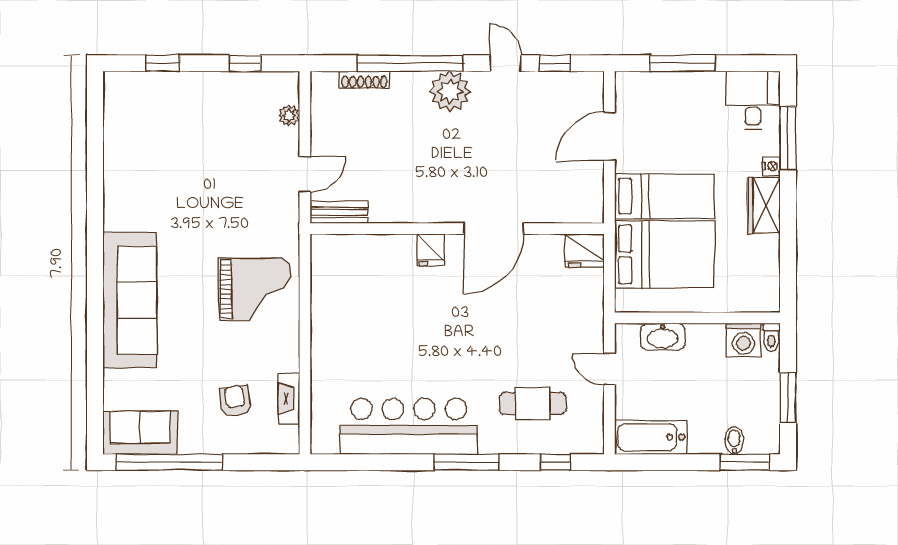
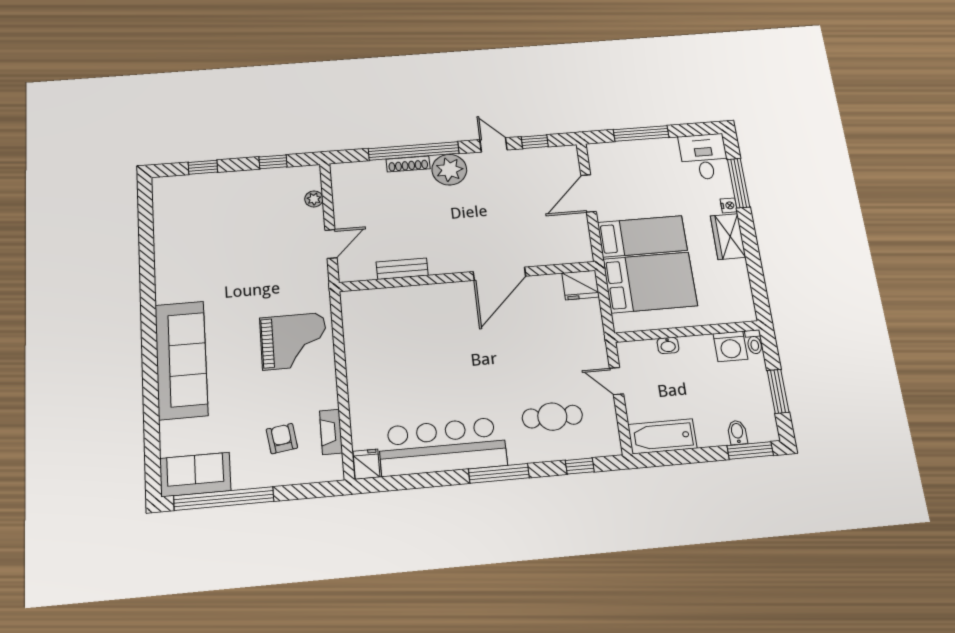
shoe rack: (364, 80) -> (408, 164), moved
bench: (339, 212) -> (402, 269), moved
fridge: (431, 250) -> (366, 464), moved, turned 180
washbasin: (663, 337) -> (668, 345), width x0.52, depth x0.69

